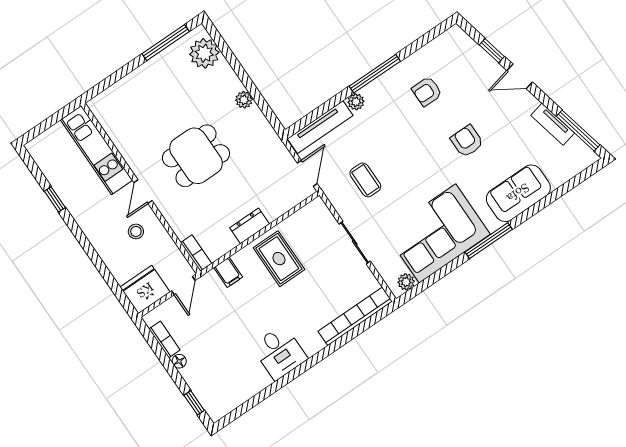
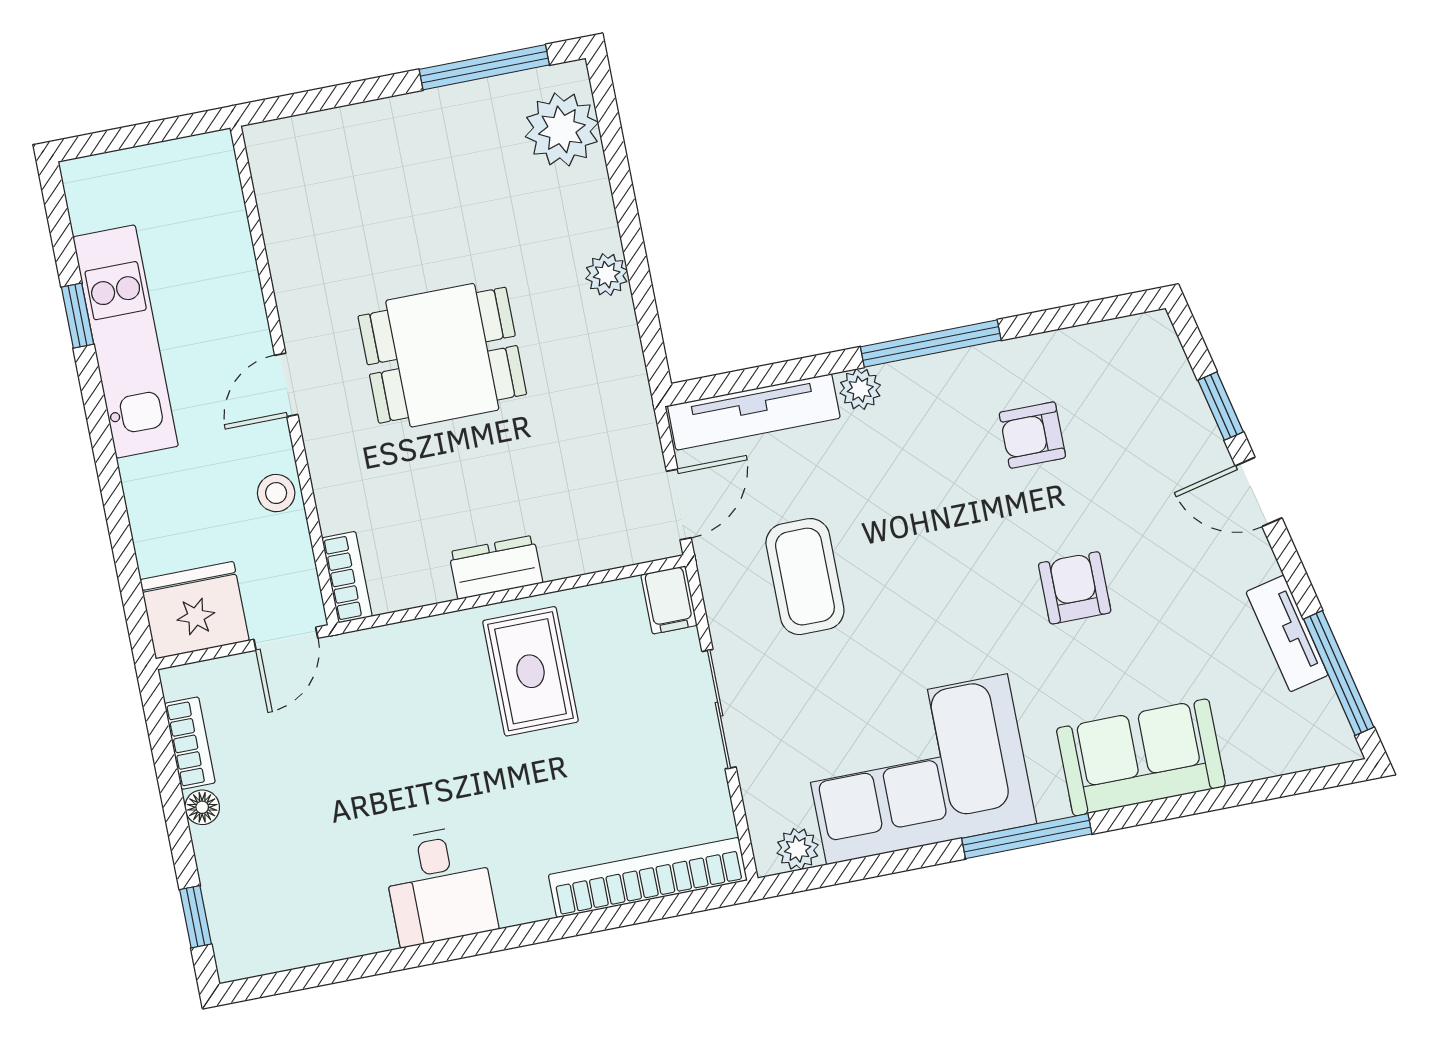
kitchen unit: (97, 150) -> (126, 342), moved, turned 180
coffee table: (365, 180) -> (805, 577), width x1.36, depth x1.30
stool: (136, 231) -> (276, 493), moved
filing cabinet: (228, 272) -> (669, 600), moved

